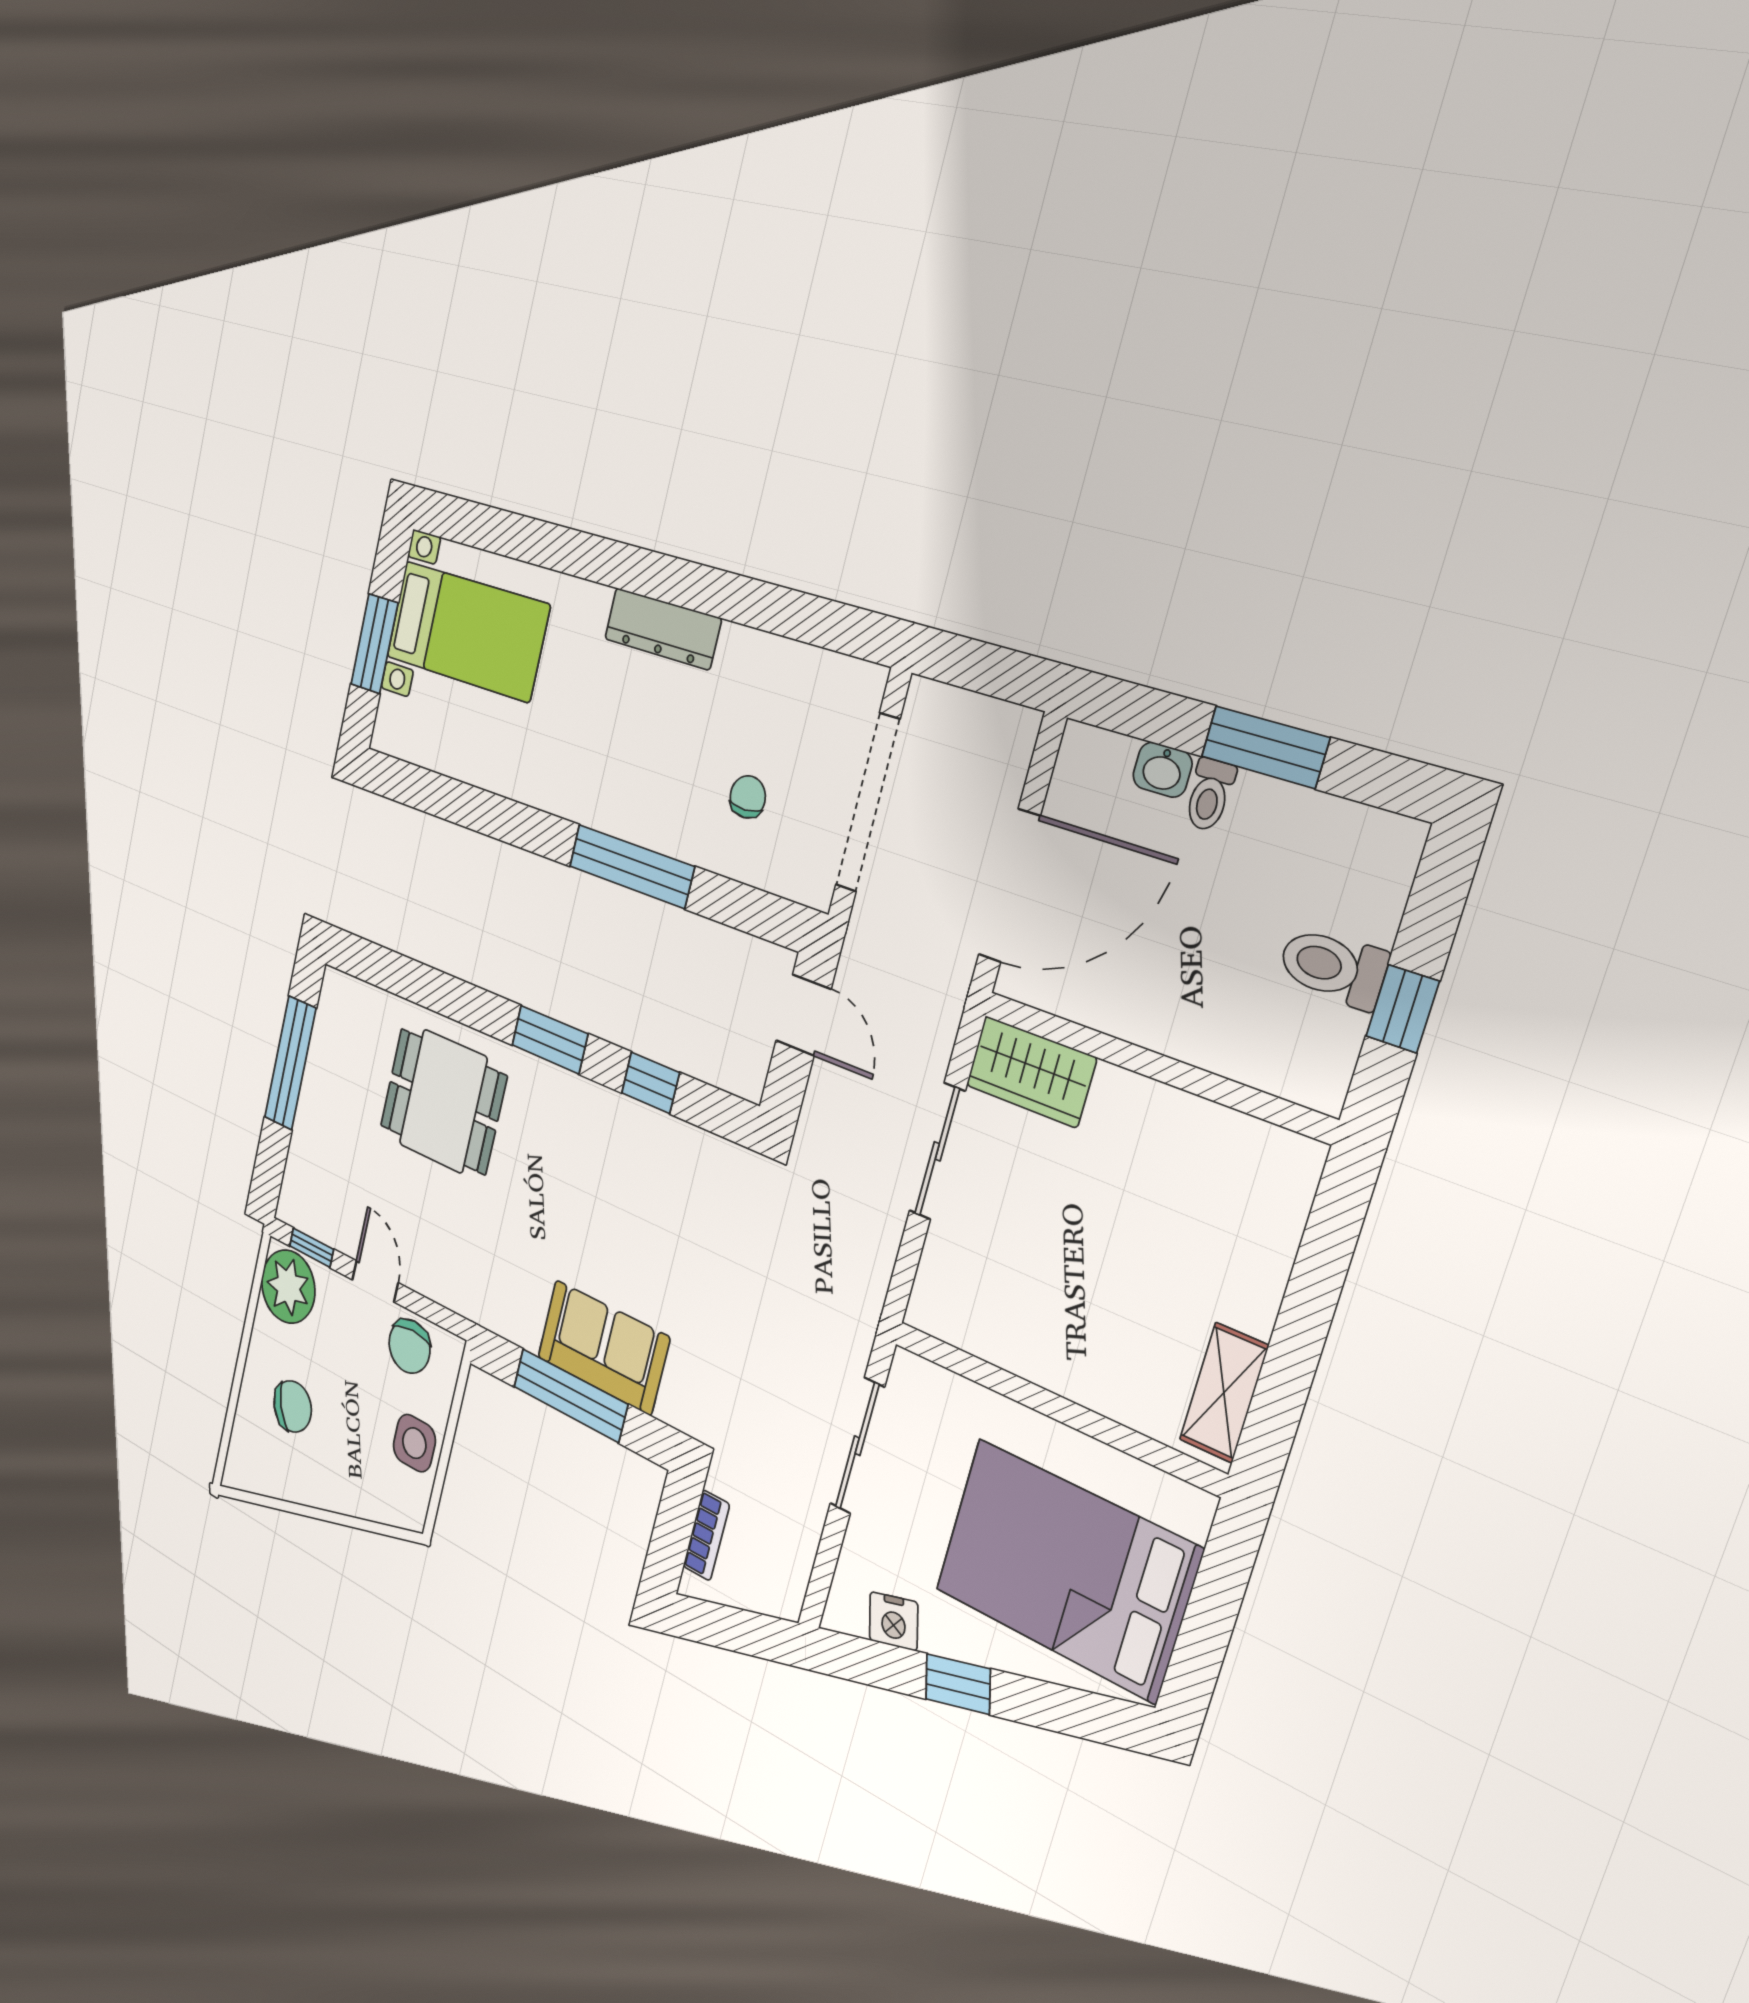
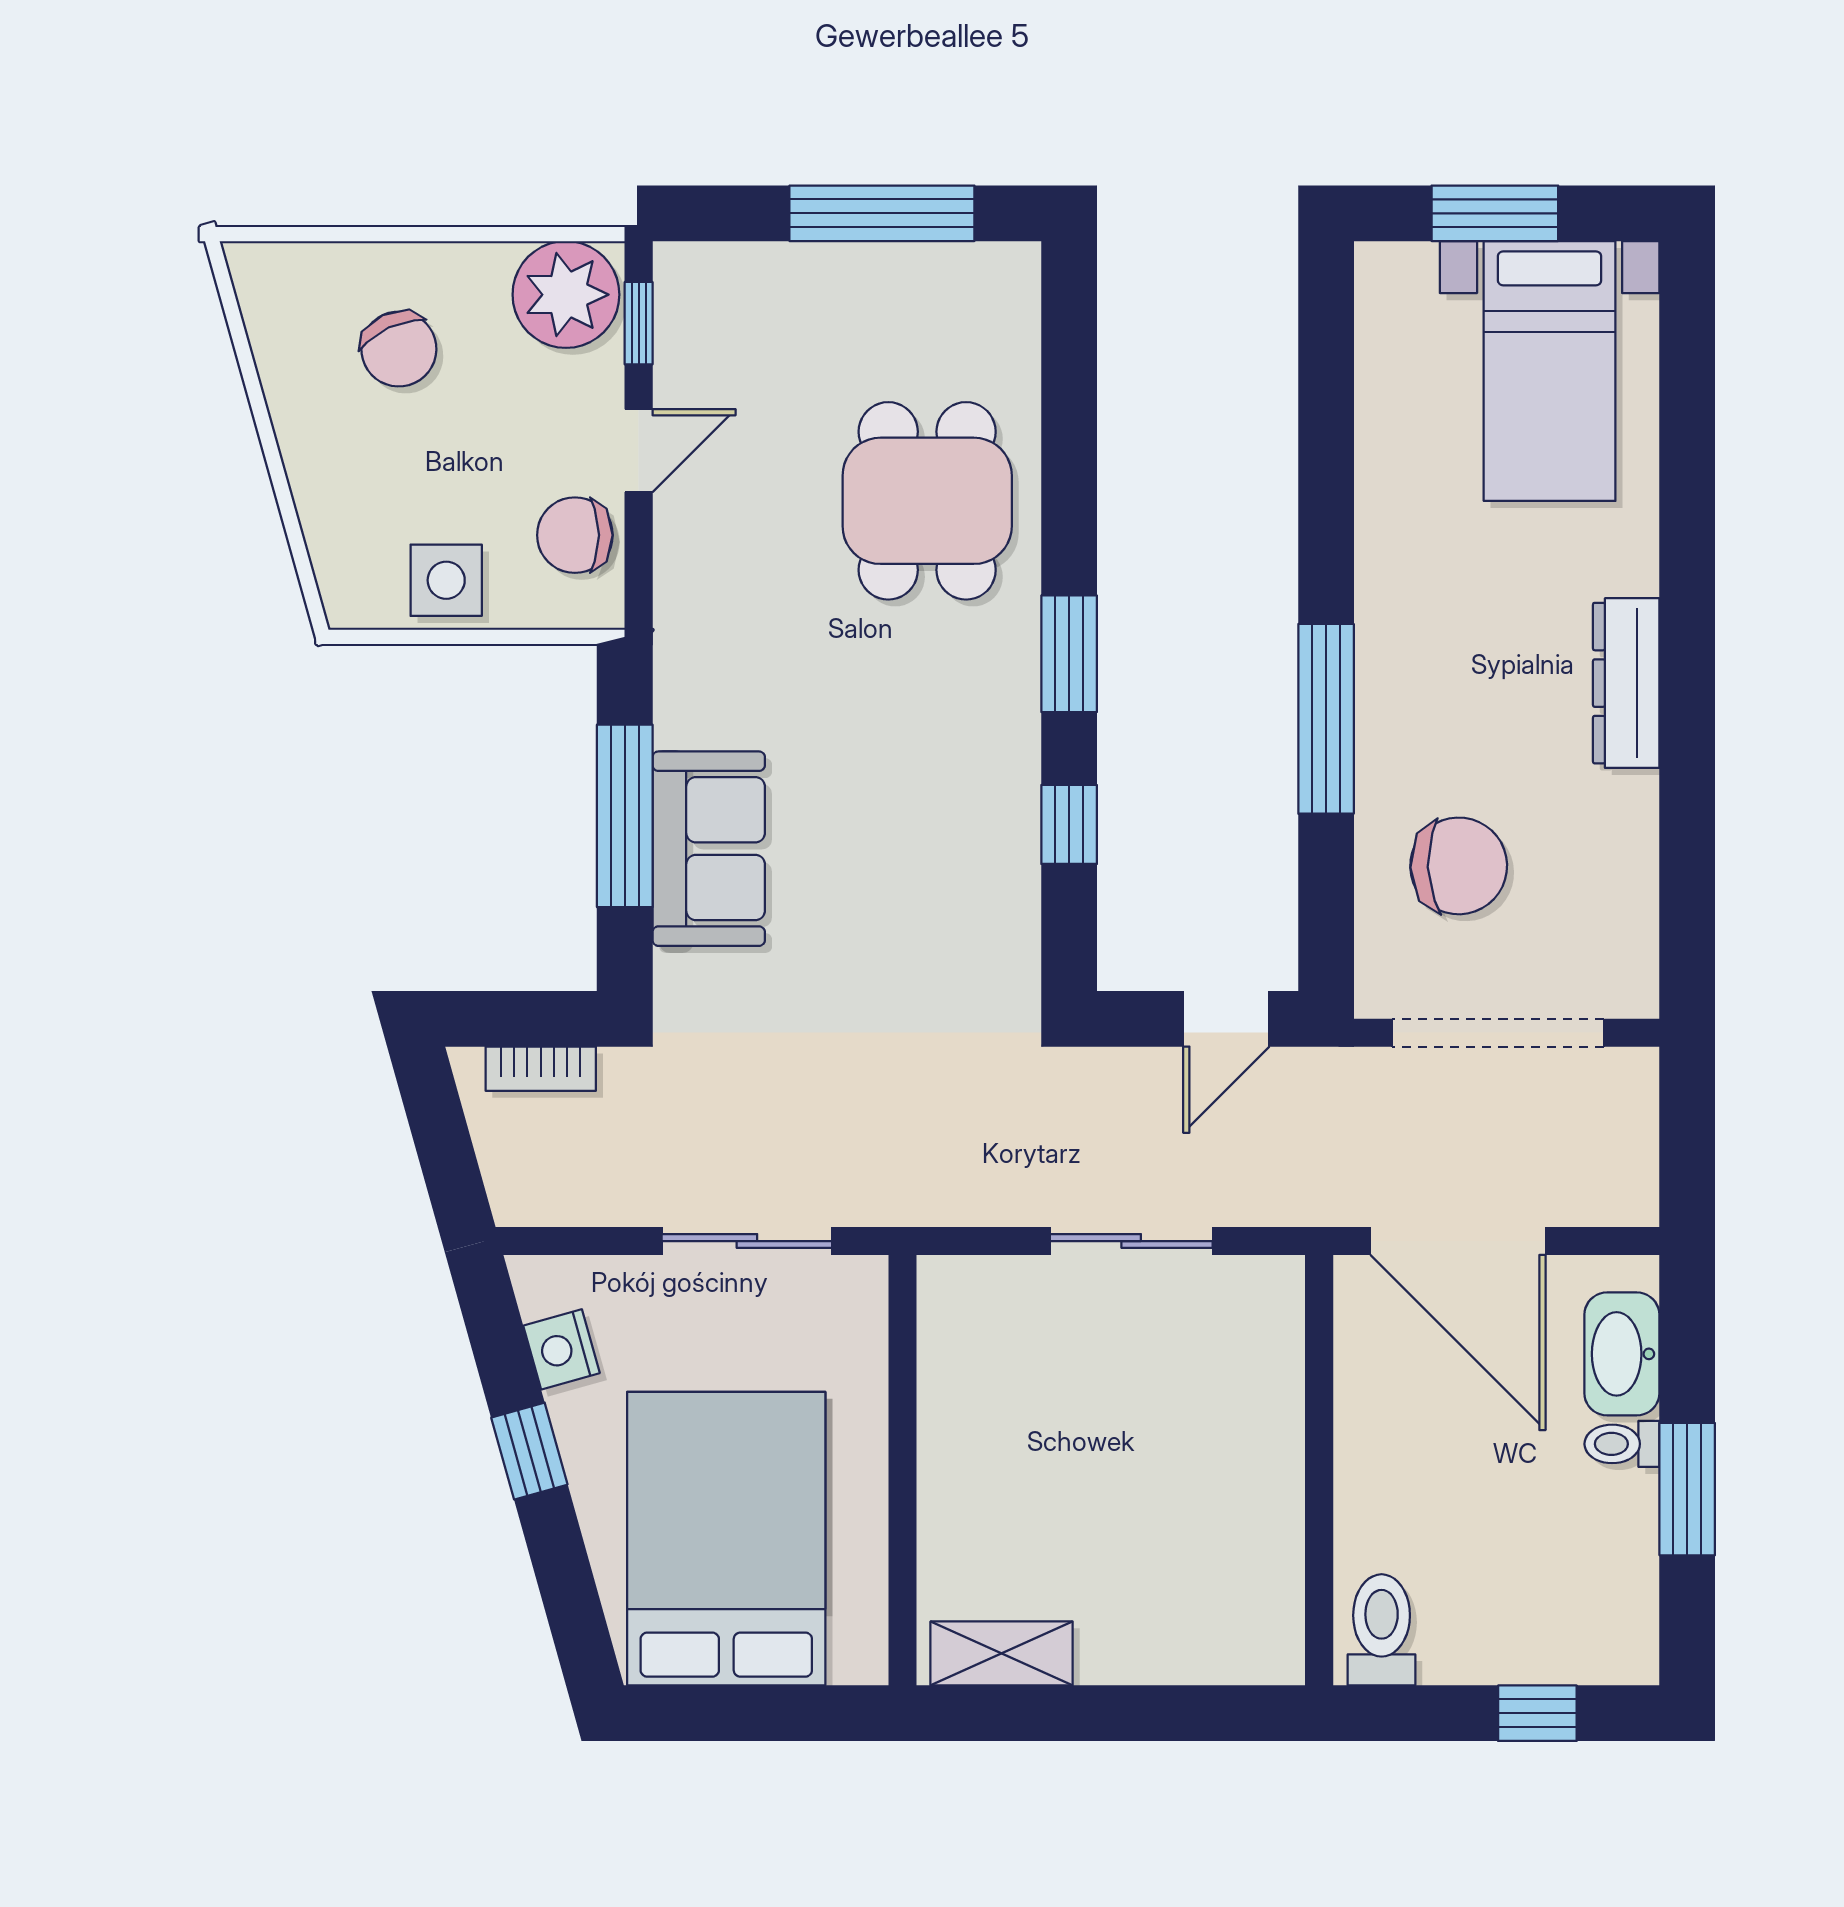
washbasin: (1162, 770) -> (1622, 1354), width x1.91, depth x1.45
chair: (748, 797) -> (1459, 866), width x1.87, depth x1.87
toilet: (1333, 967) -> (1382, 1630), moved
window: (1402, 1009) -> (1537, 1713), moved
wardrobe: (1031, 1072) -> (1262, 1329), removed

